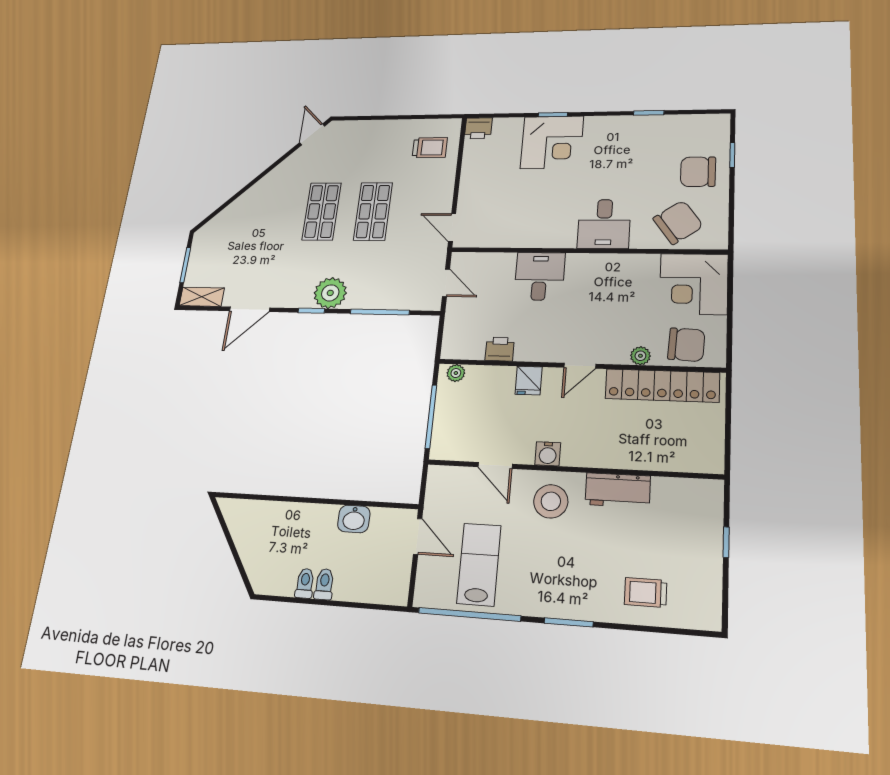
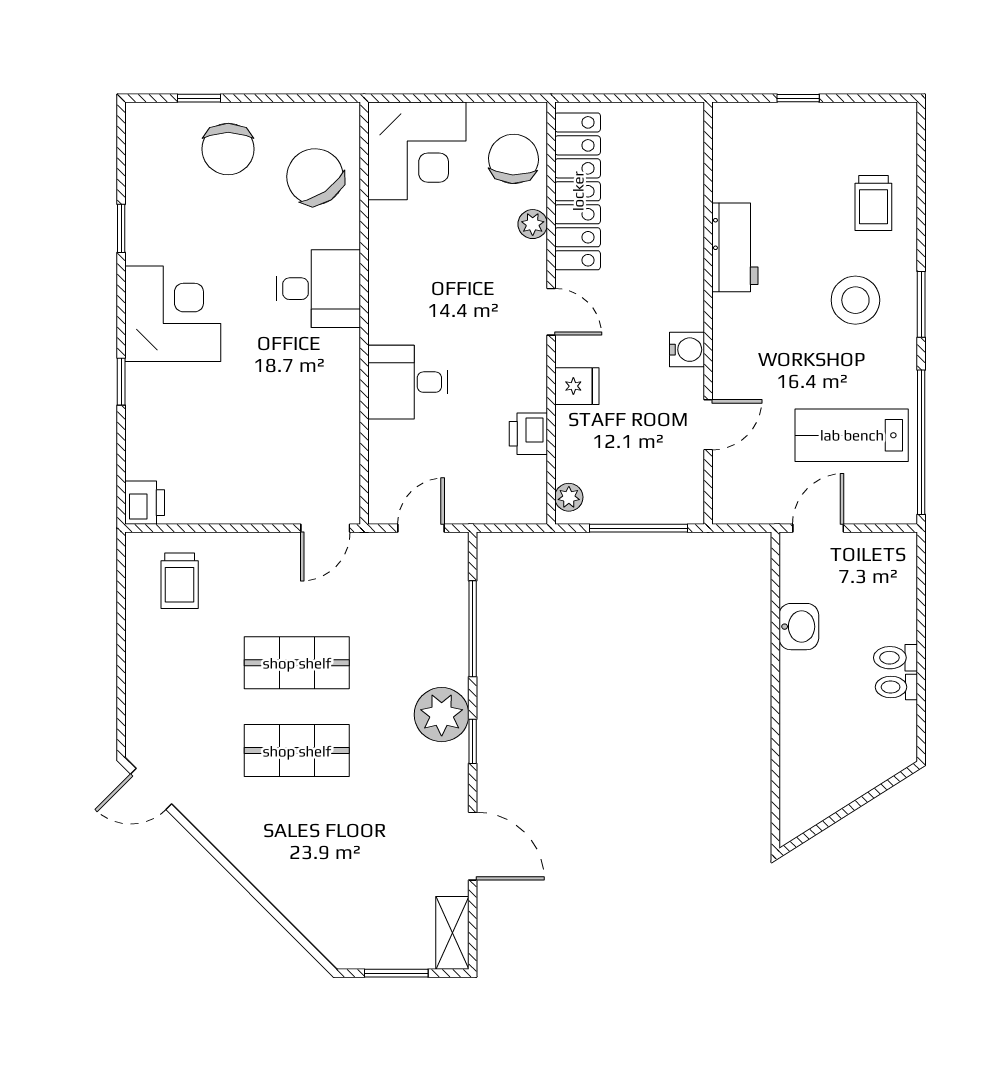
corner desk: (552, 142) -> (173, 314), moved
trolley: (430, 148) -> (180, 581), turned 180
stool: (551, 501) -> (855, 300), moved

